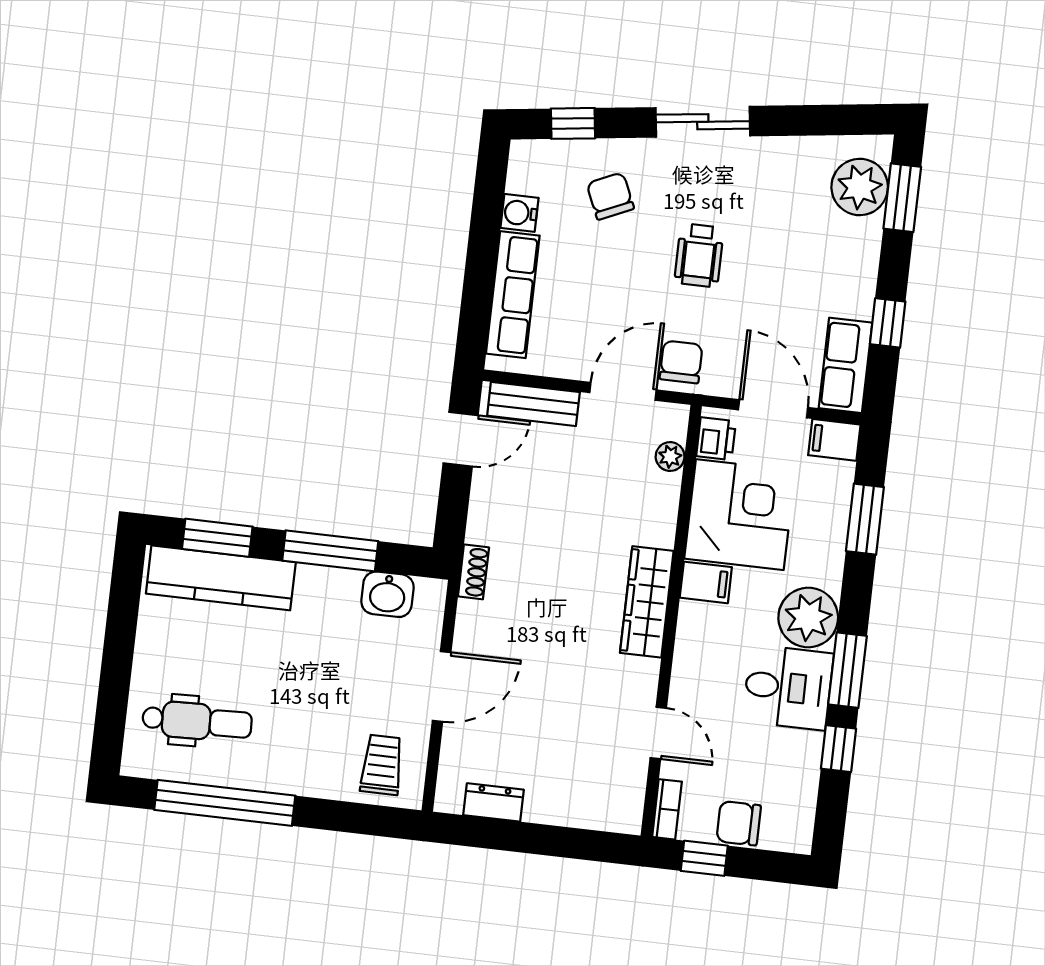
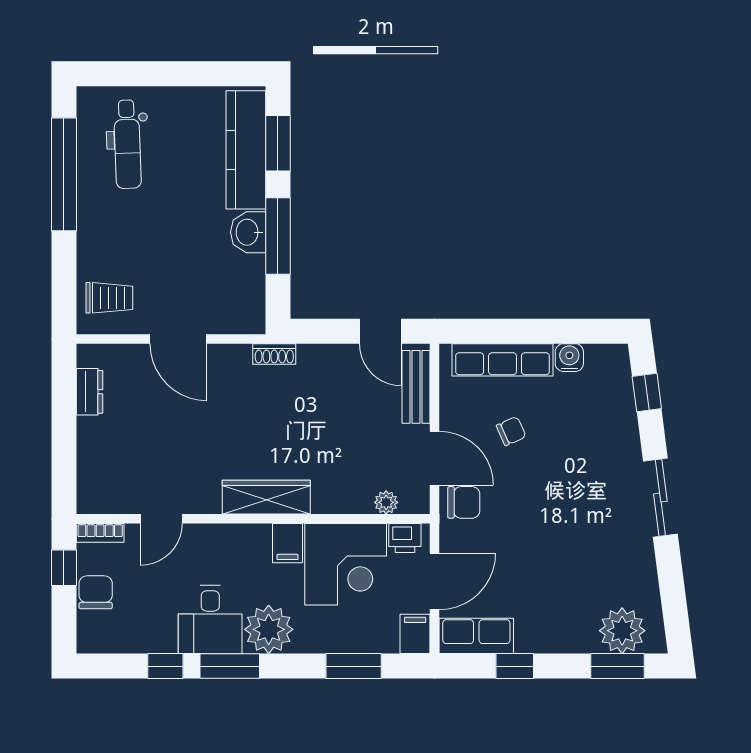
chair: (610, 196) -> (511, 431), moved, width x0.73, depth x0.73
wheelchair: (699, 255) -> (552, 507), removed
washbasin: (387, 594) -> (248, 232), moved

